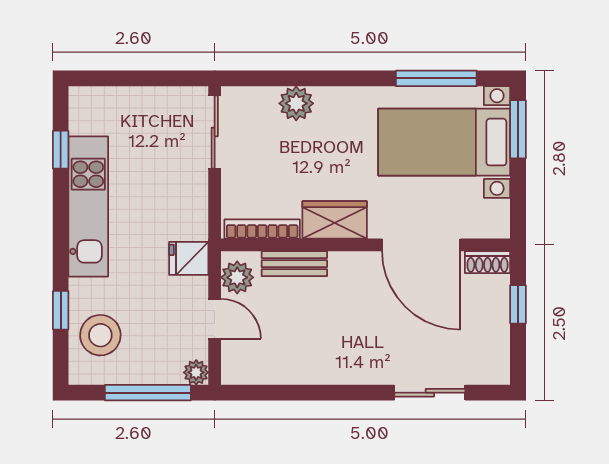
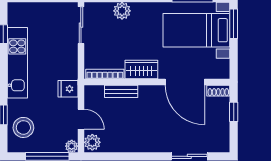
plant: (237, 277) -> (92, 142), moved

